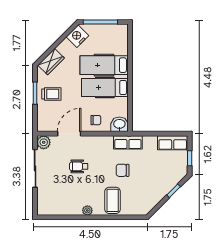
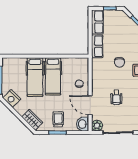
washbasin: (119, 124) -> (83, 124), moved
row of seats: (128, 142) -> (97, 46), moved

